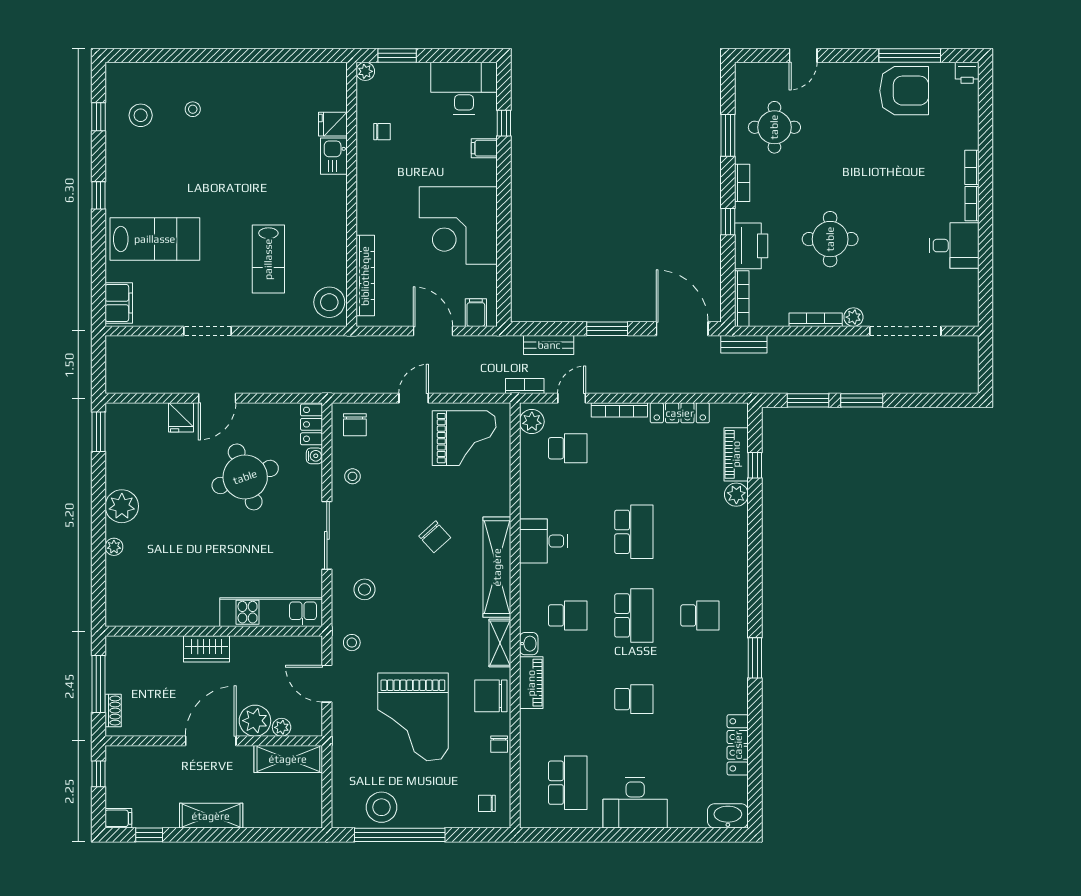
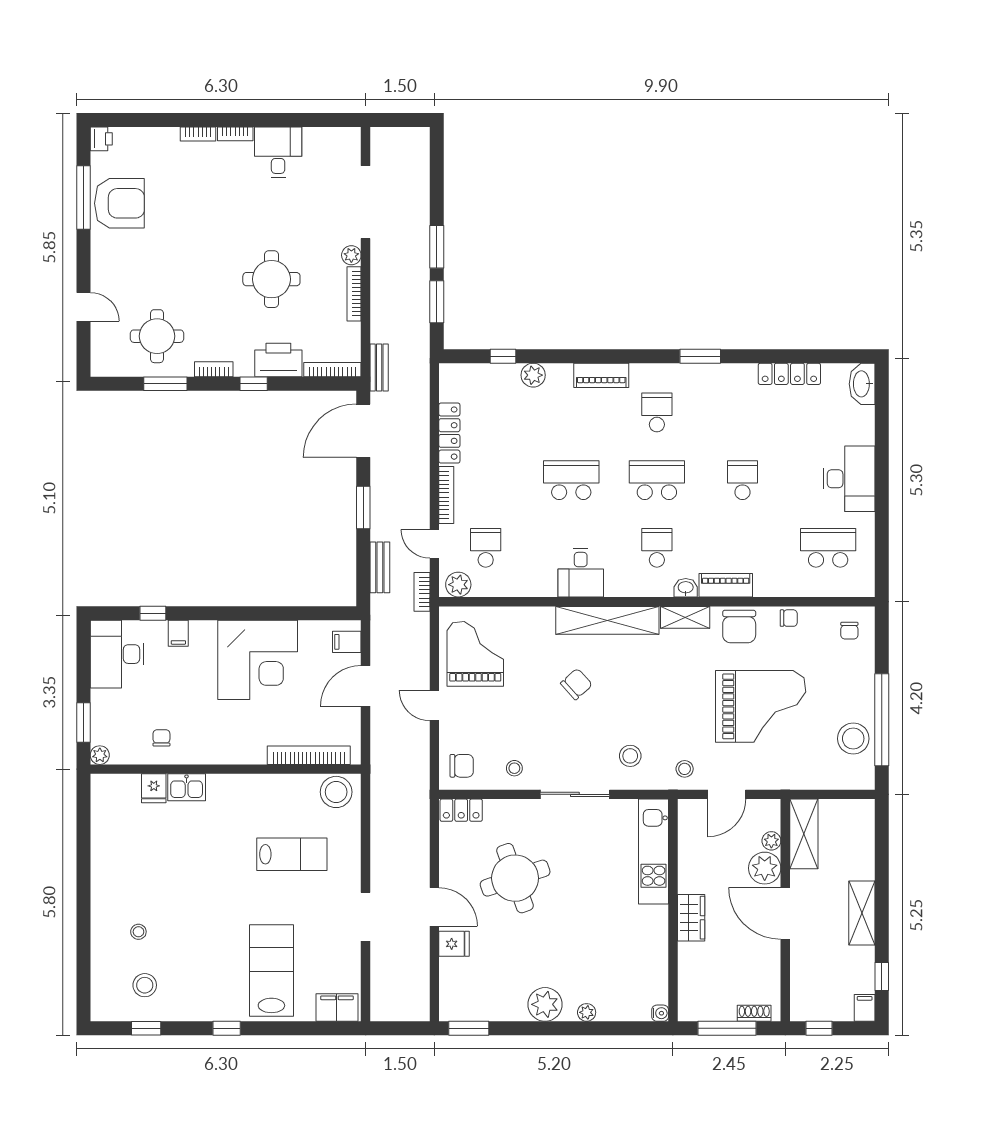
armchair: (904, 91) -> (119, 203), turned 90
piano: (736, 454) -> (601, 375), moved
water cooler: (314, 456) -> (660, 1013), moved, turned 90

